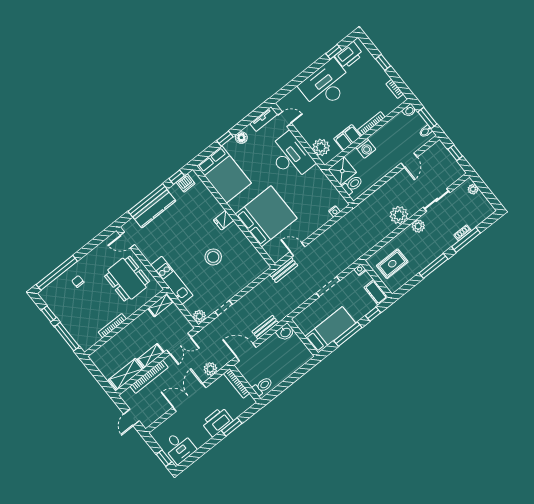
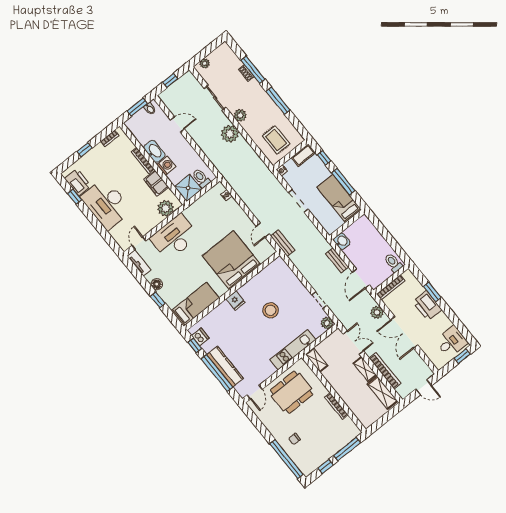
washbasin: (409, 111) -> (154, 151), moved, width x1.91, depth x1.45
bed: (224, 174) -> (195, 304), width x0.67

